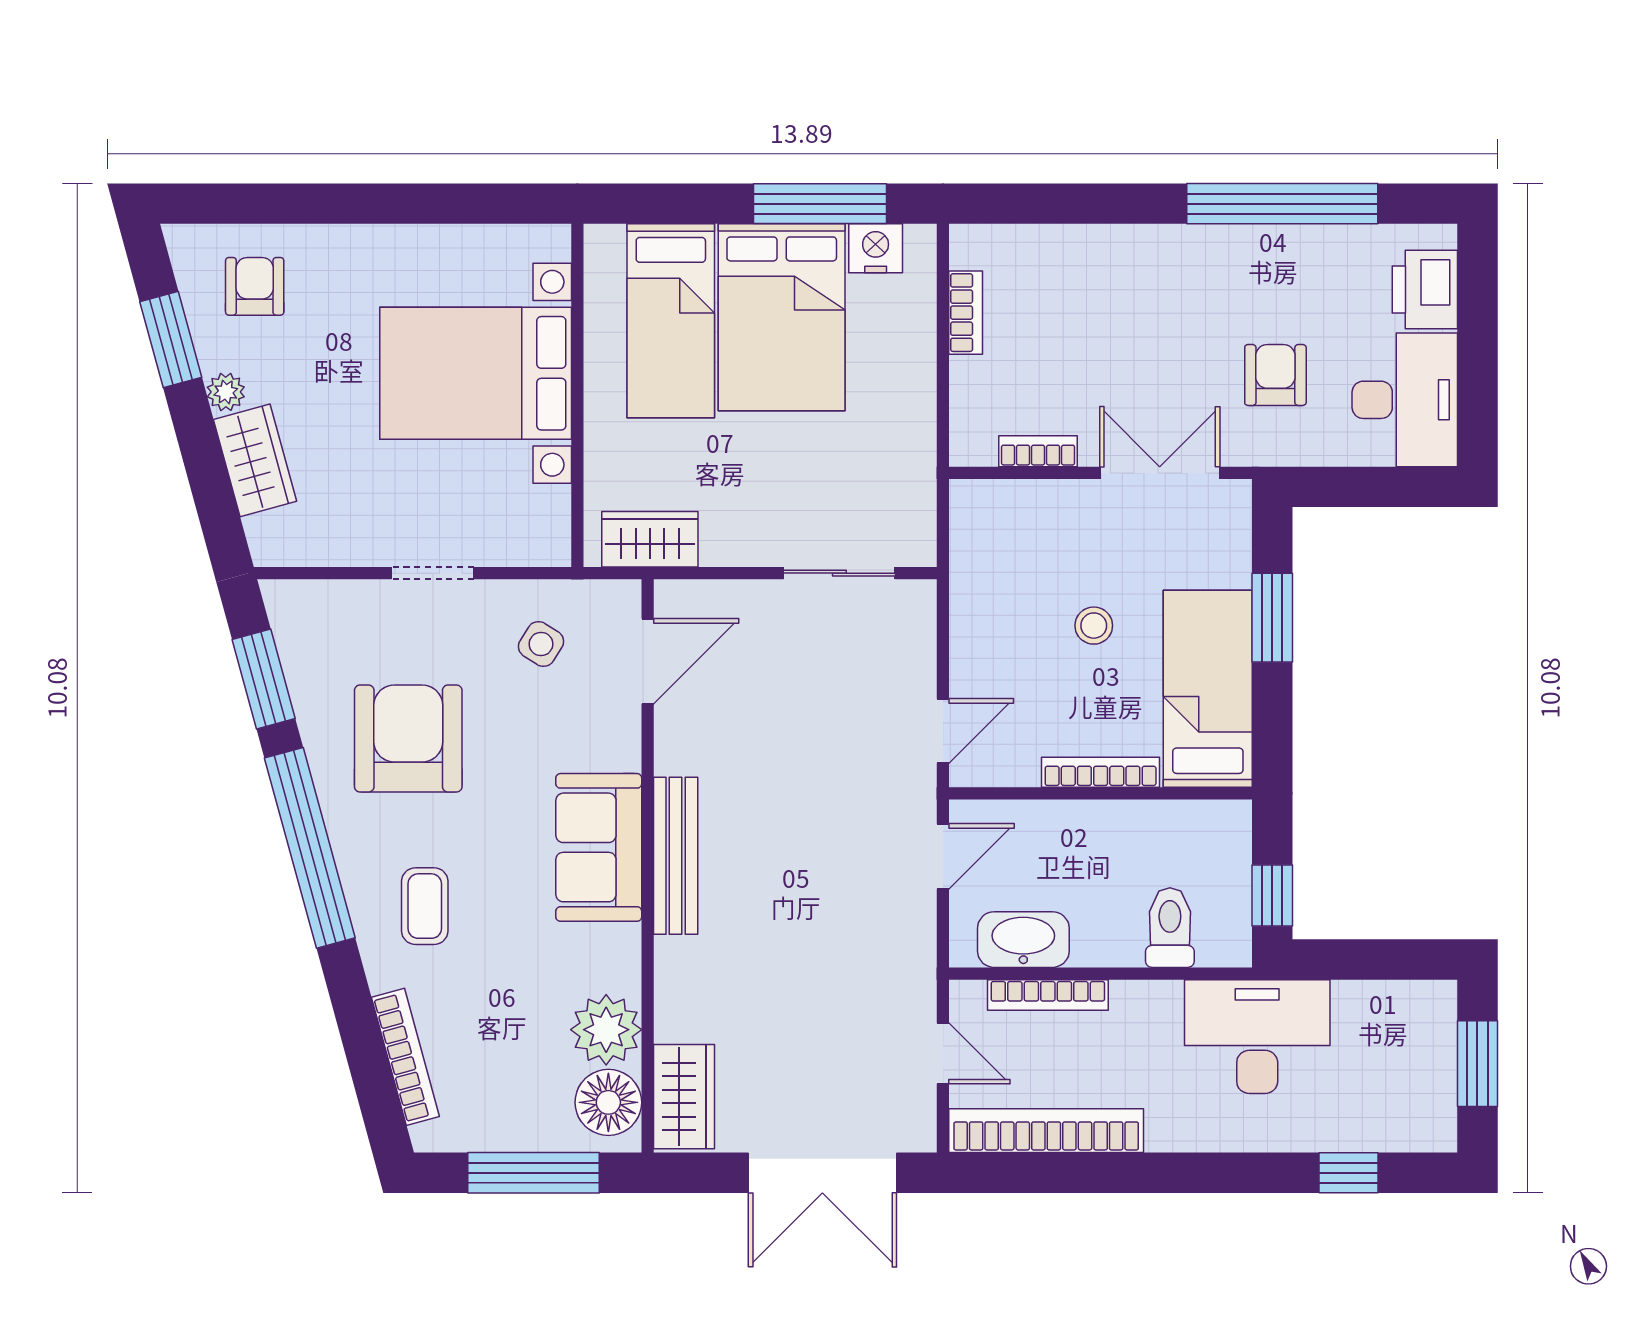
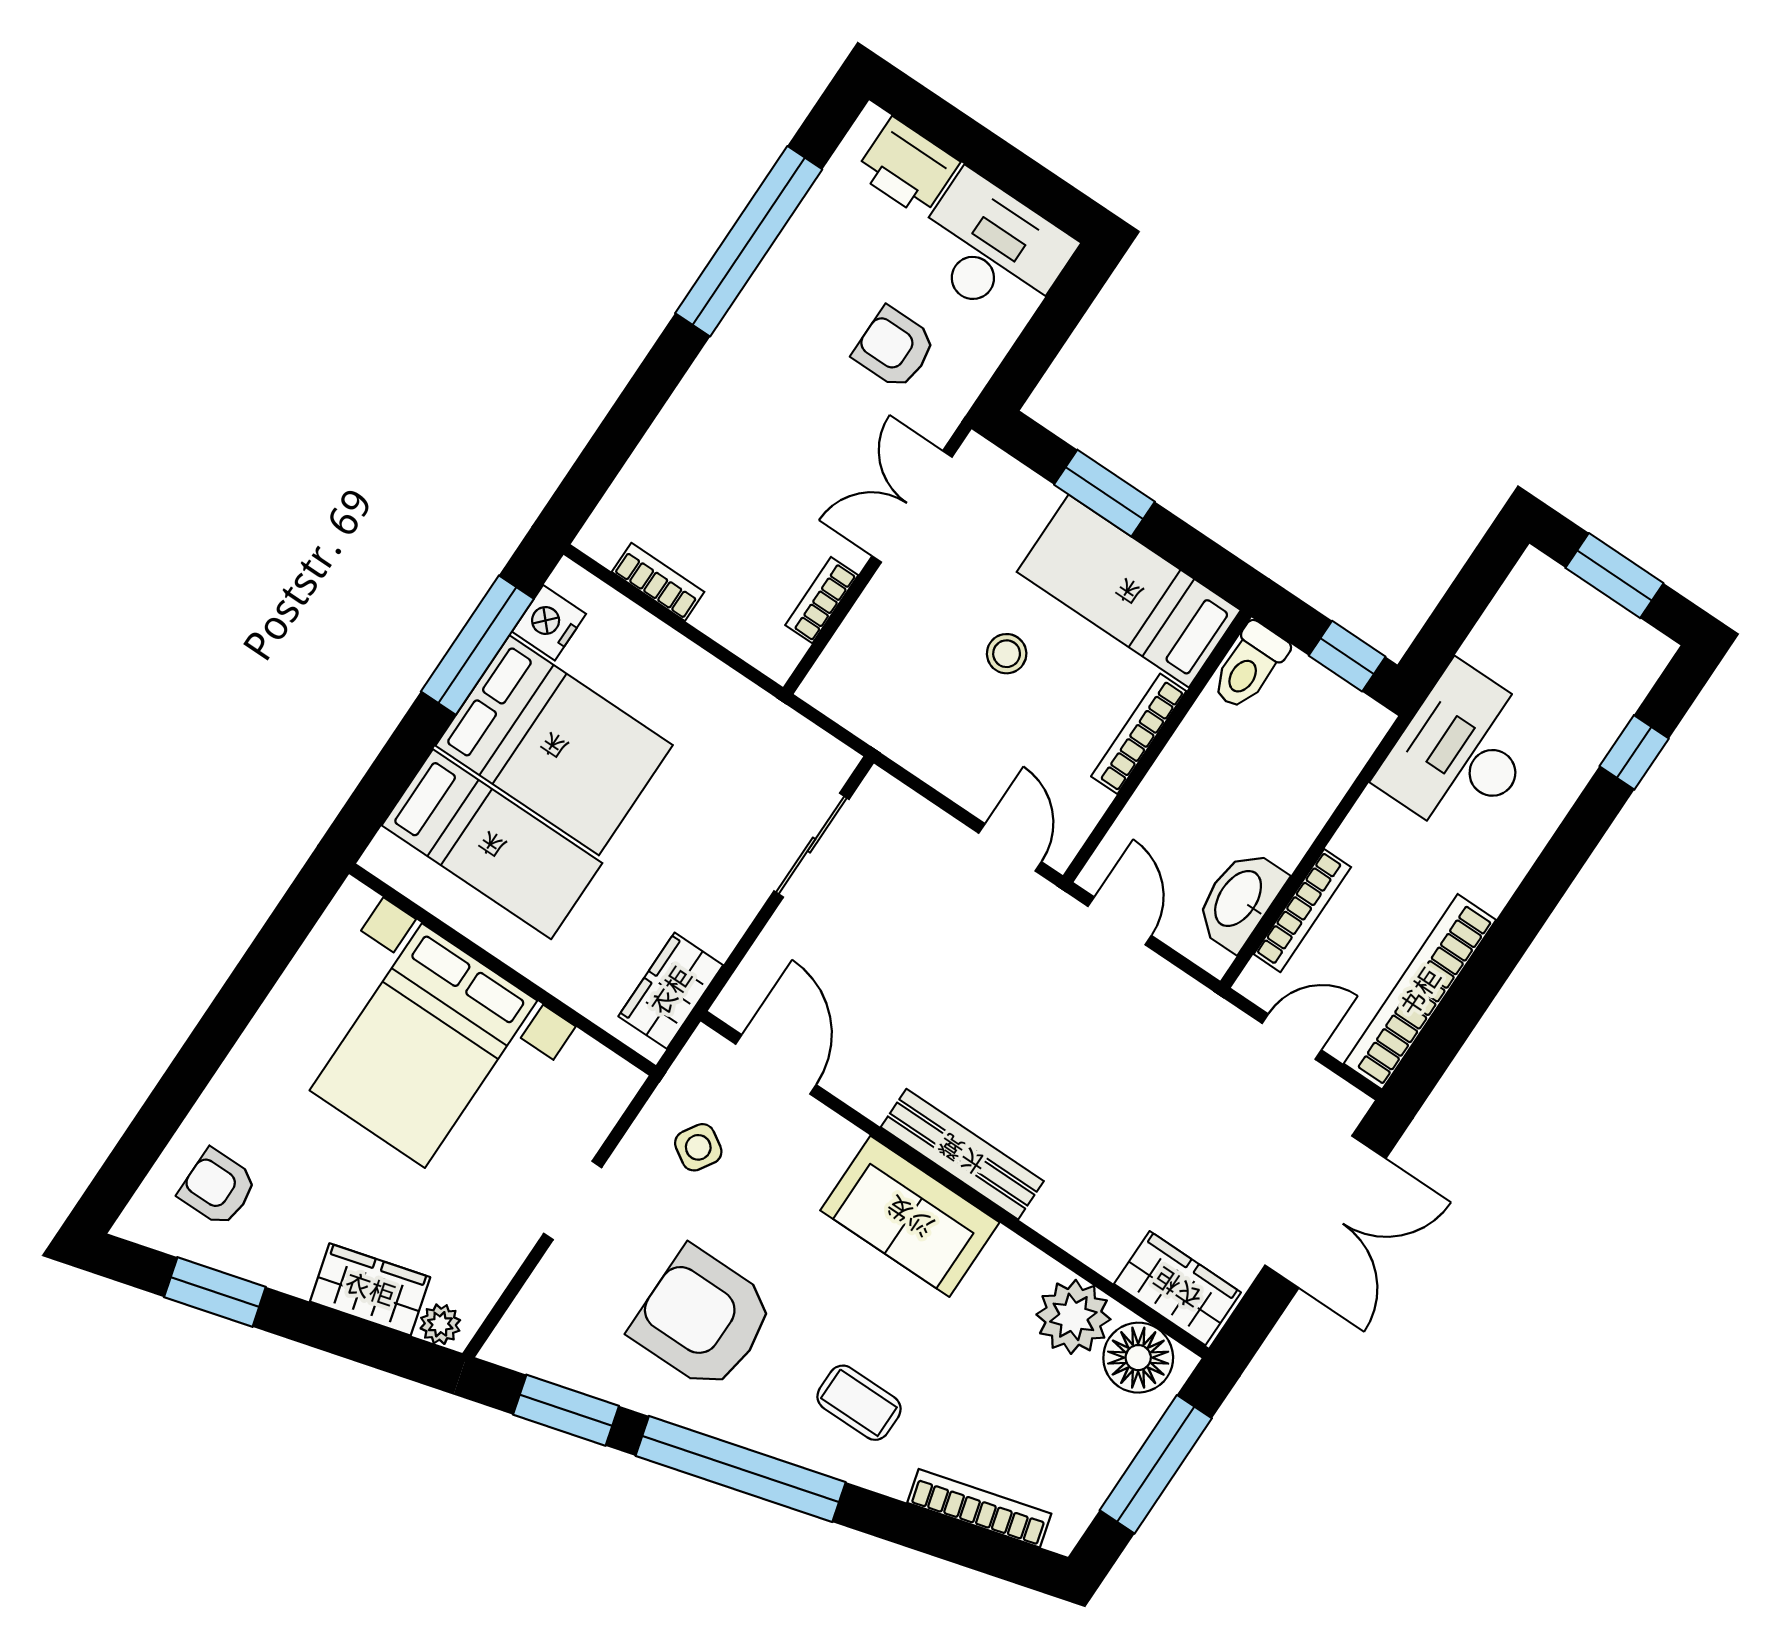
plant: (226, 392) -> (440, 1324), moved
toilet: (1170, 928) -> (1249, 666), moved, turned -90

